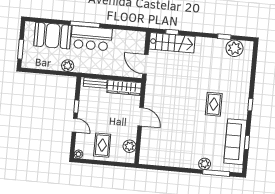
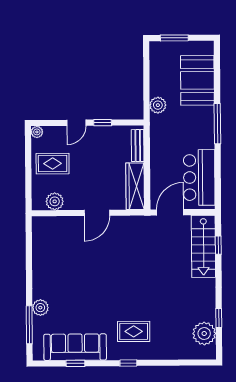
bar counter: (91, 38) -> (199, 177), moved
rug: (214, 104) -> (134, 331), moved

